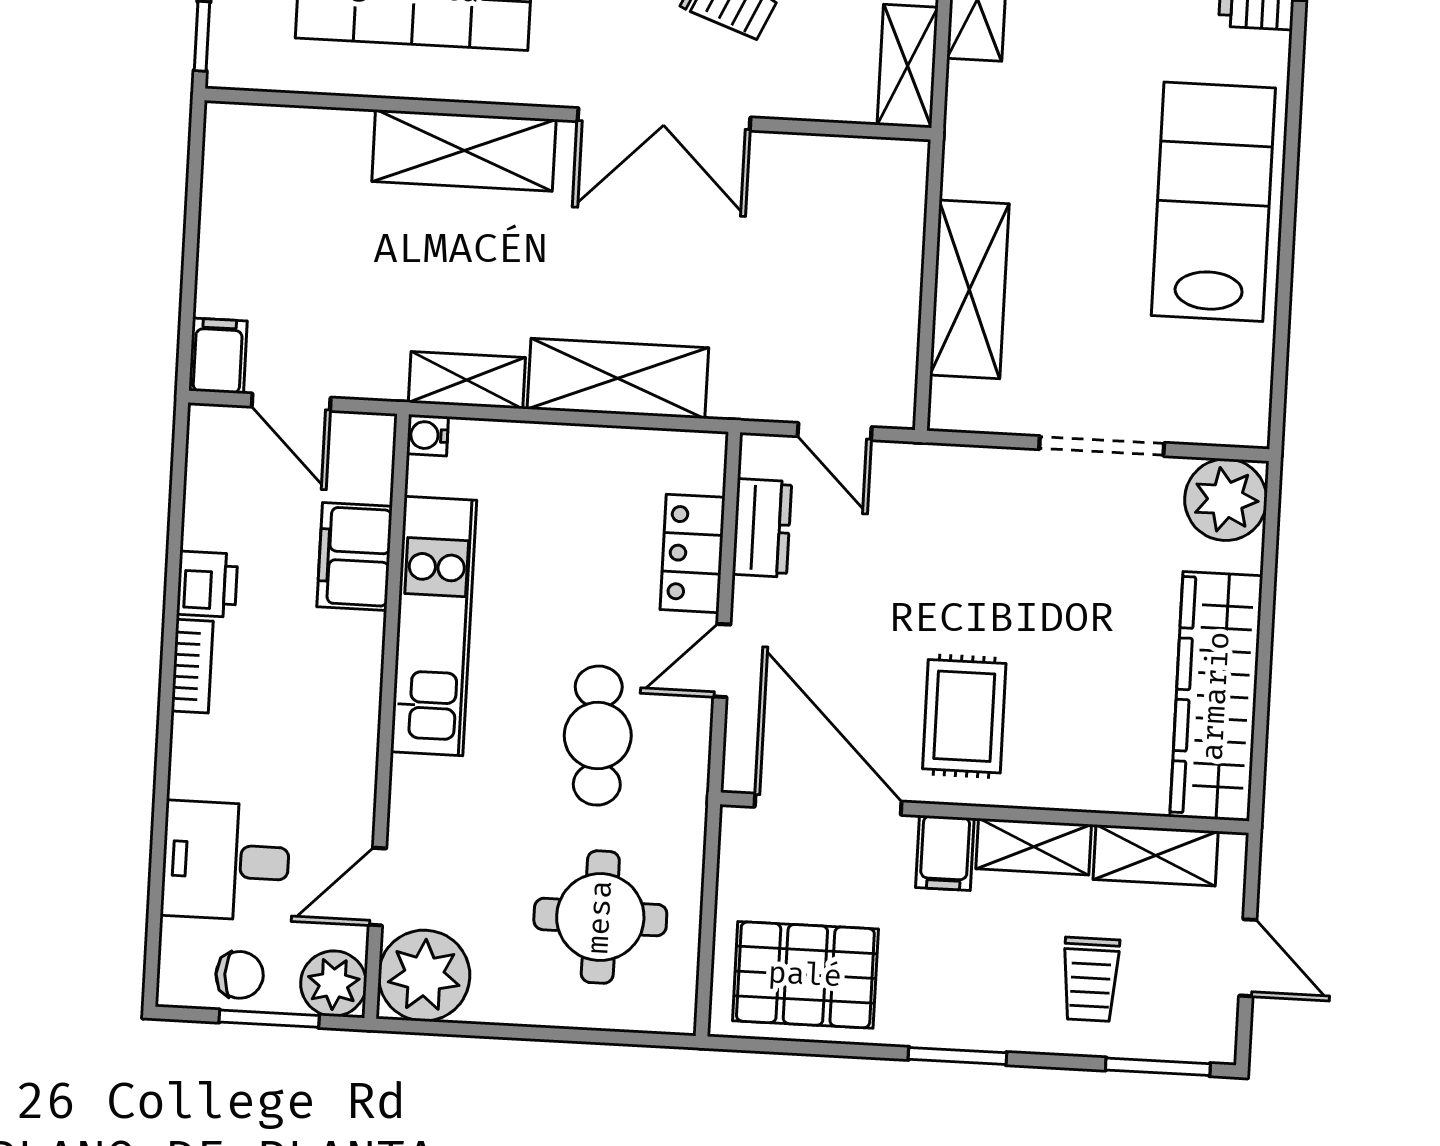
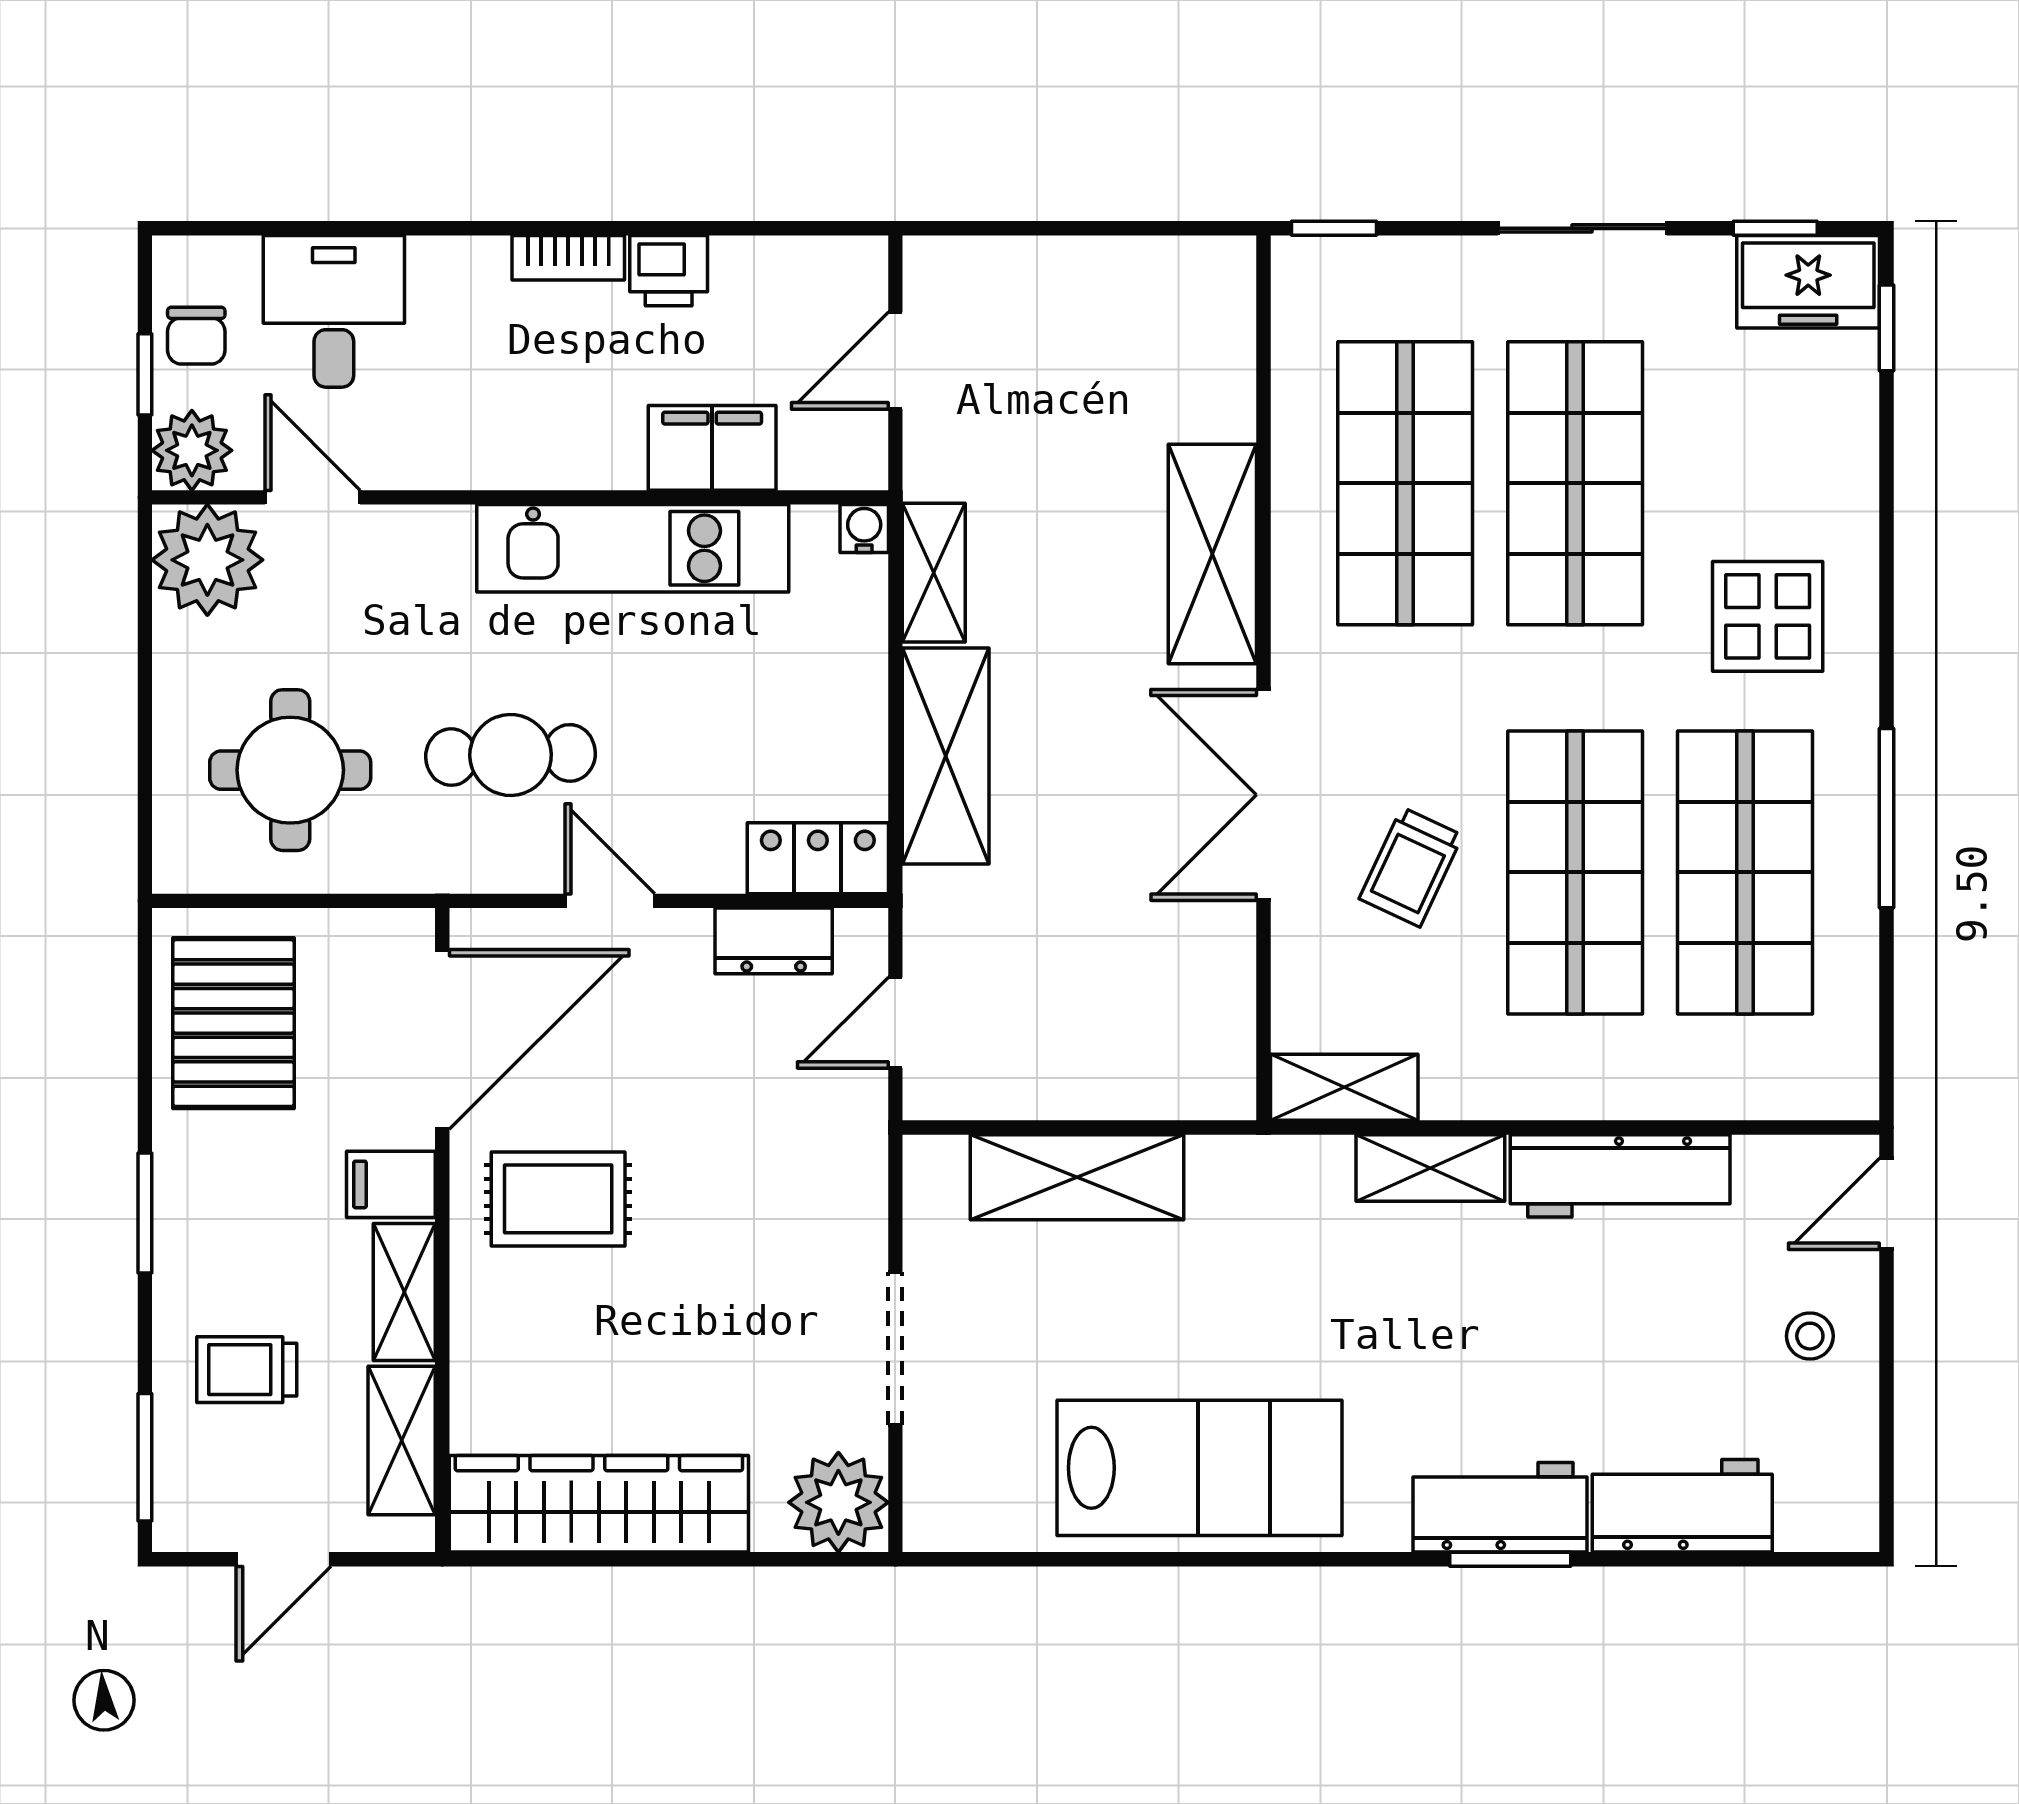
filing cabinet: (218, 356) -> (947, 269), removed
locker: (693, 553) -> (818, 858), moved
window: (269, 1019) -> (145, 374), width x0.67

